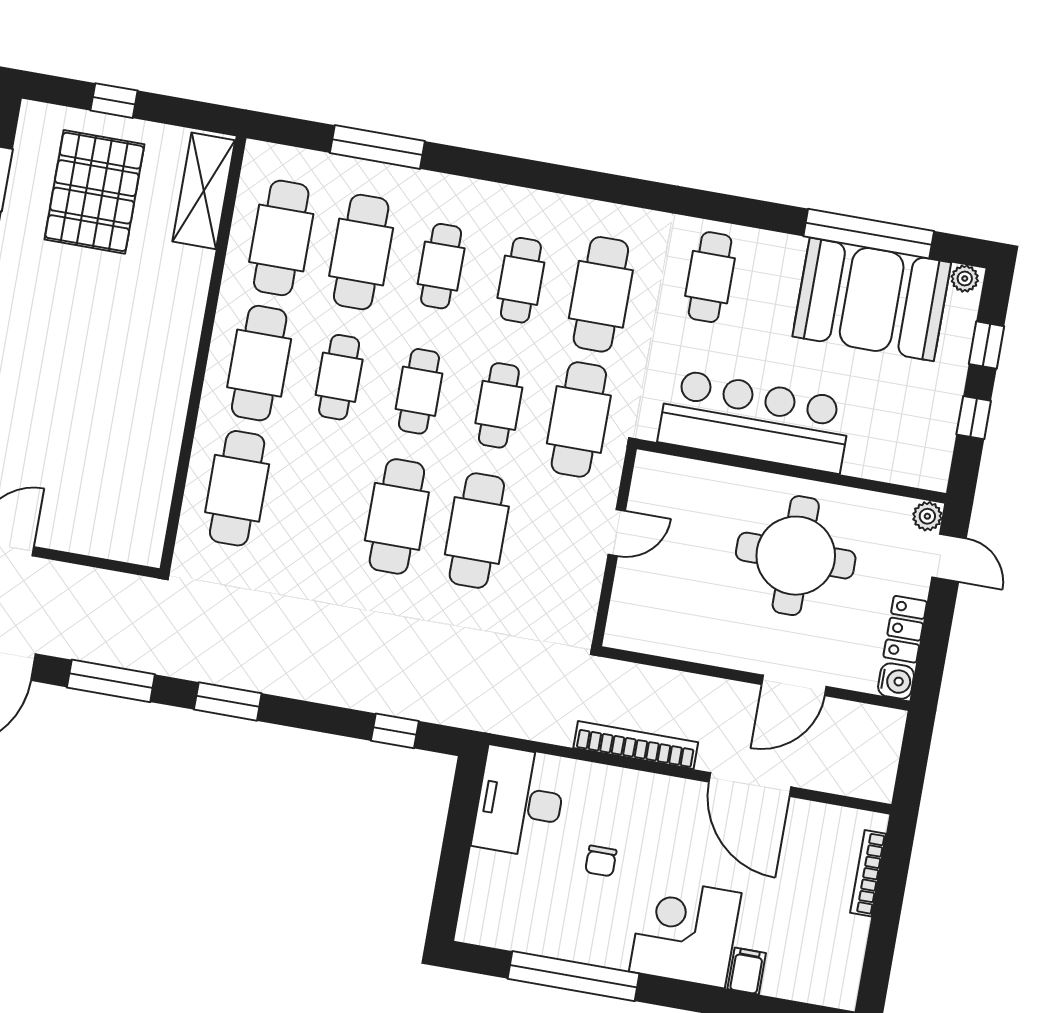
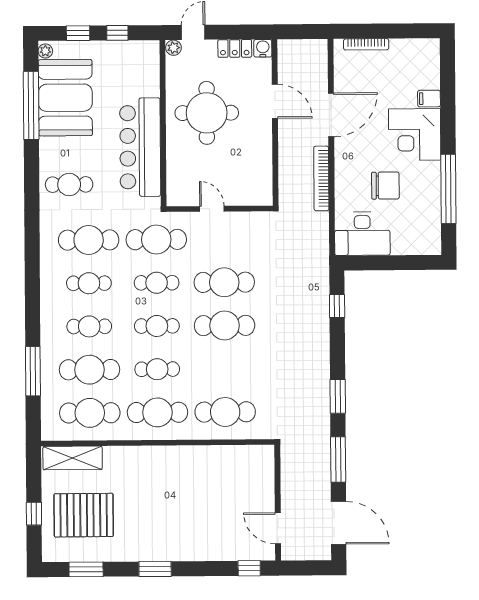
chair: (601, 861) -> (385, 186), width x1.87, depth x1.87

